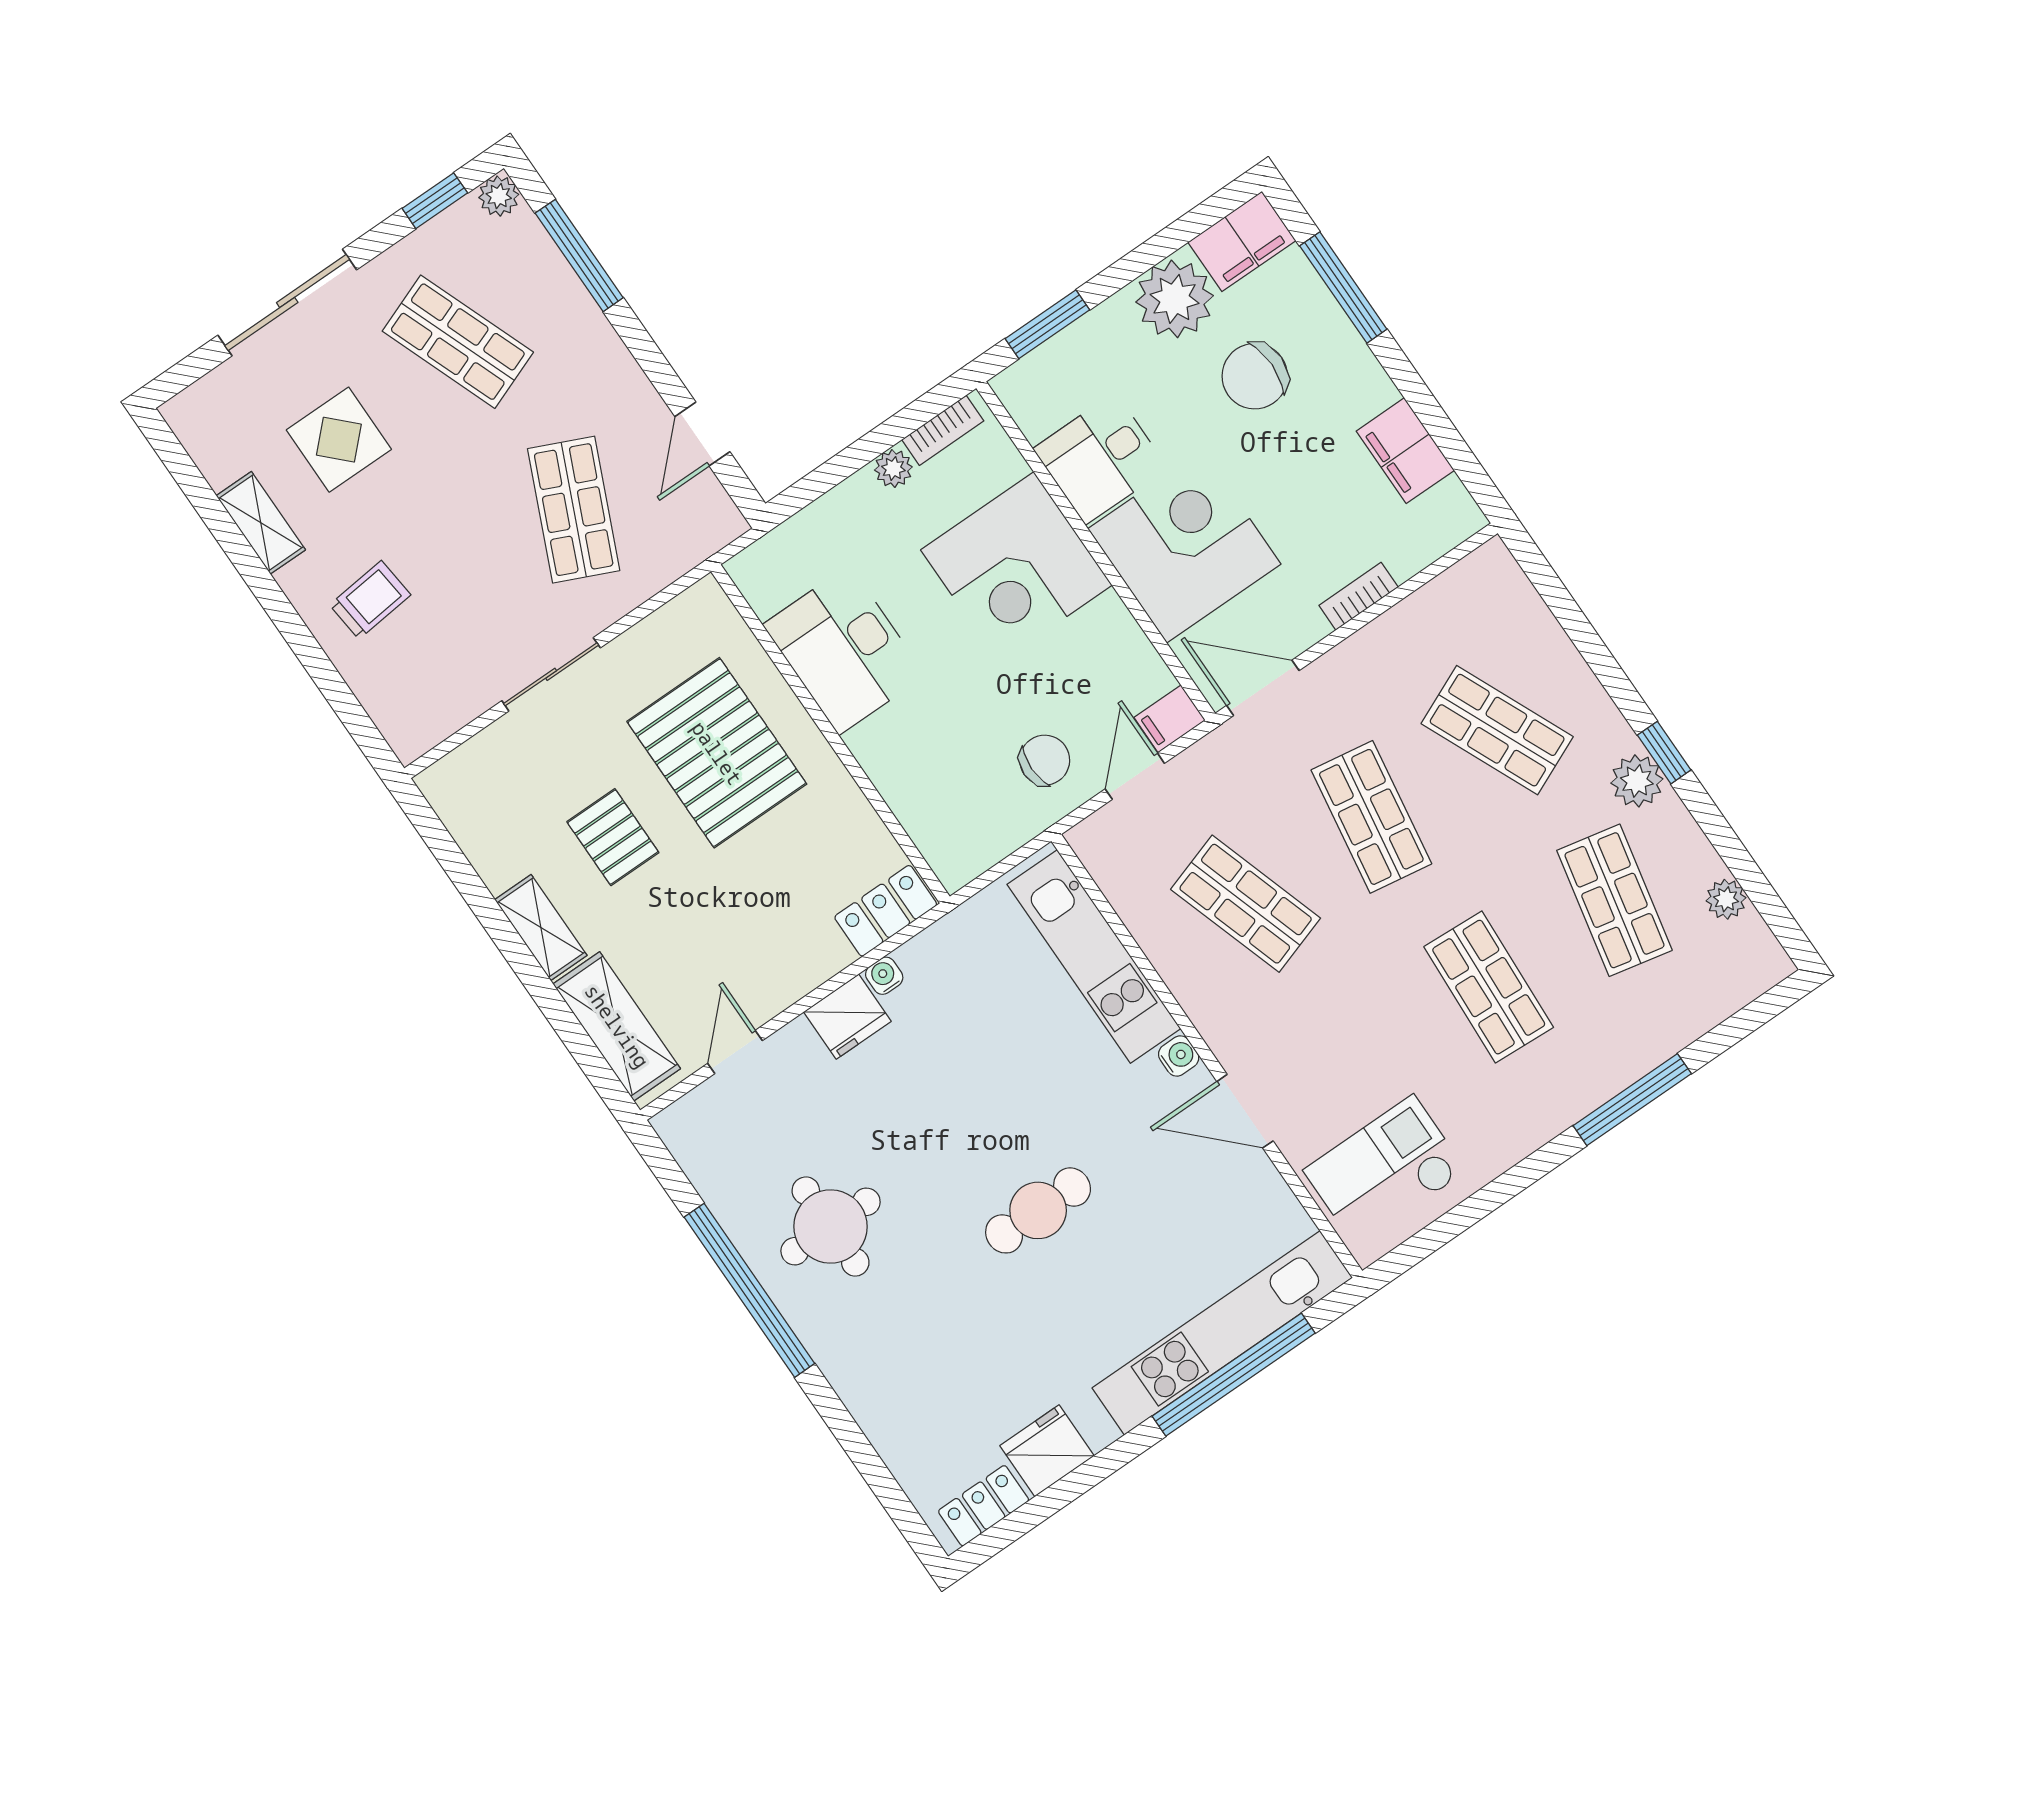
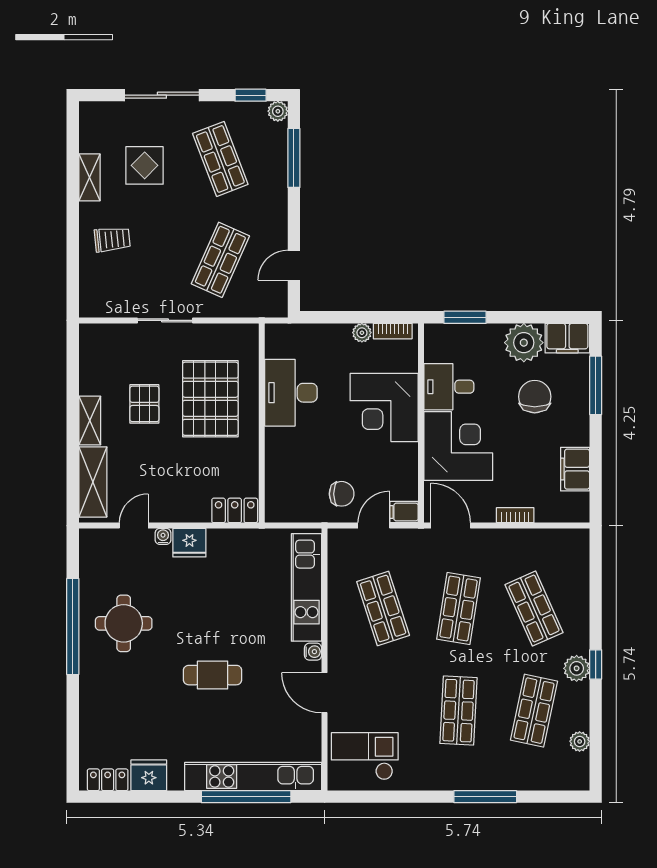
chair: (1255, 376) -> (535, 397), turned 90
water cooler: (884, 976) -> (163, 536), moved

